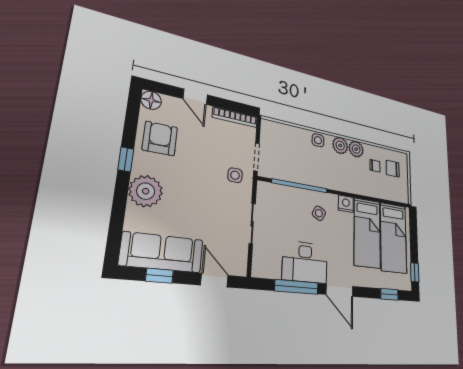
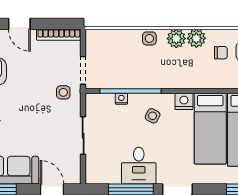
nightstand: (291, 192) -> (121, 99), added
desk: (305, 262) -> (139, 166), width x0.73

